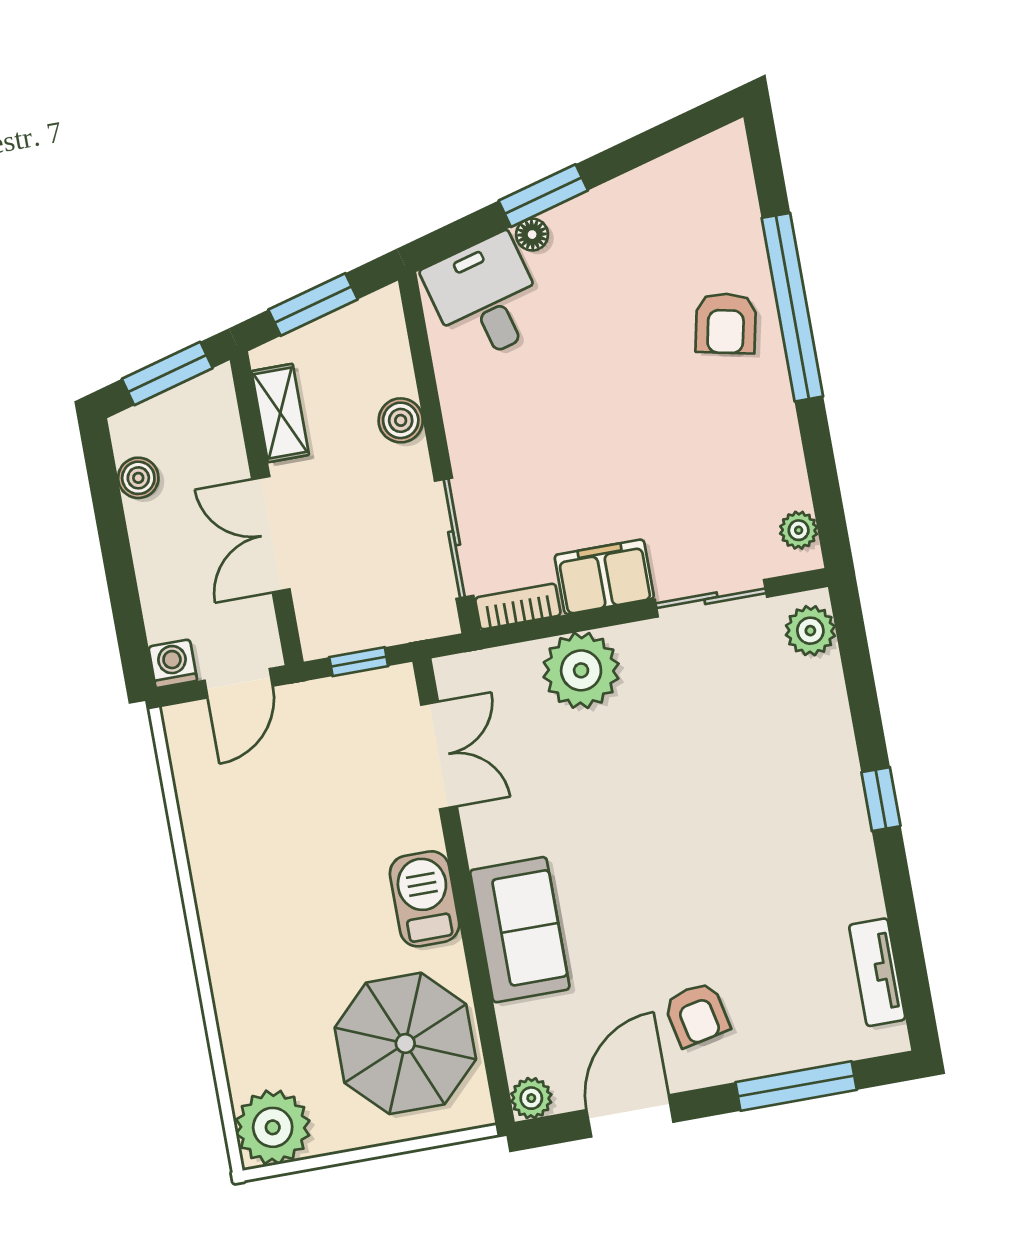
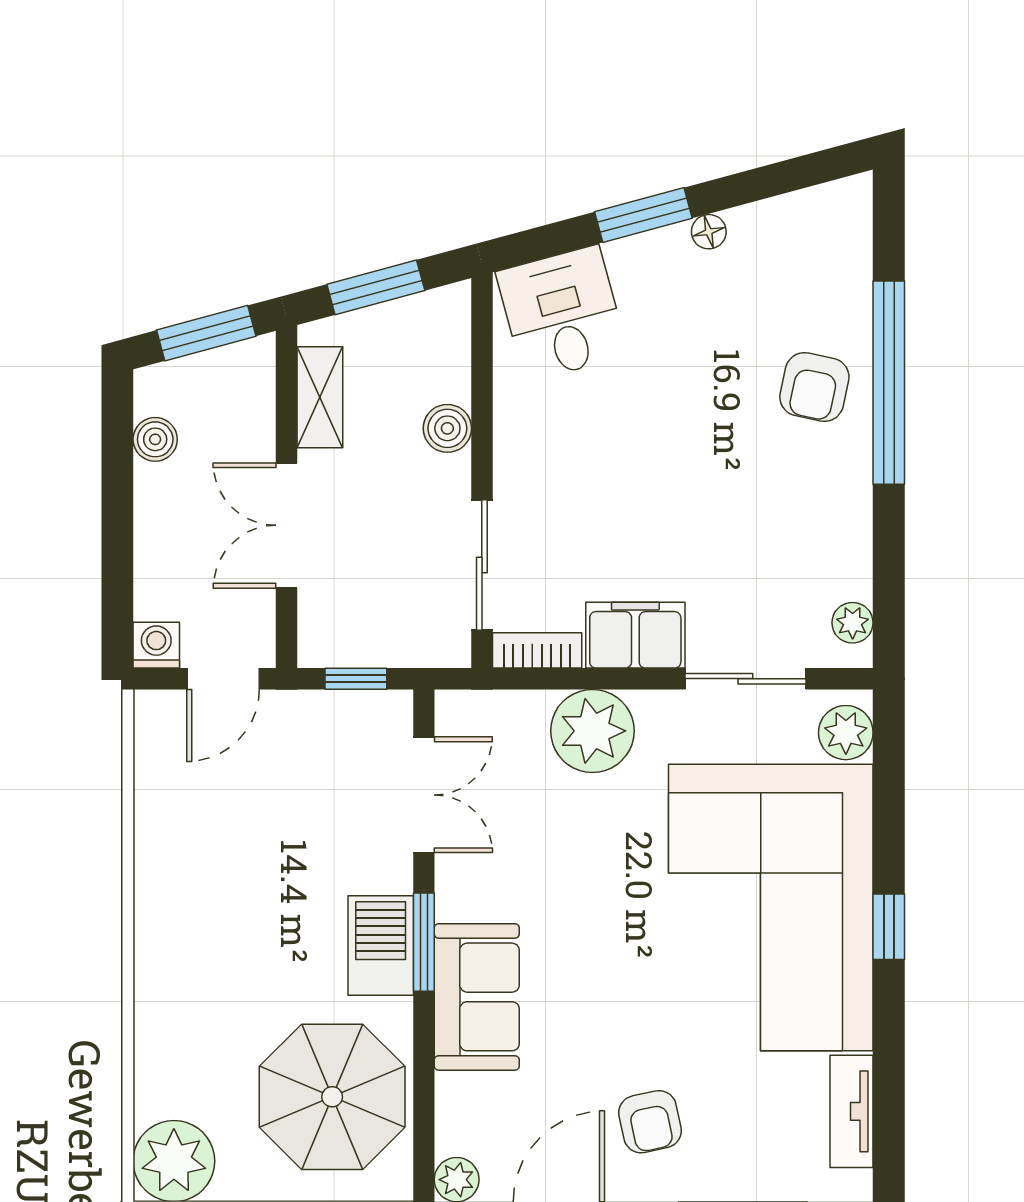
floor lamp: (532, 235) -> (709, 232), moved
corner sofa: (771, 801) -> (771, 908), added
window: (463, 889) -> (424, 942), added

